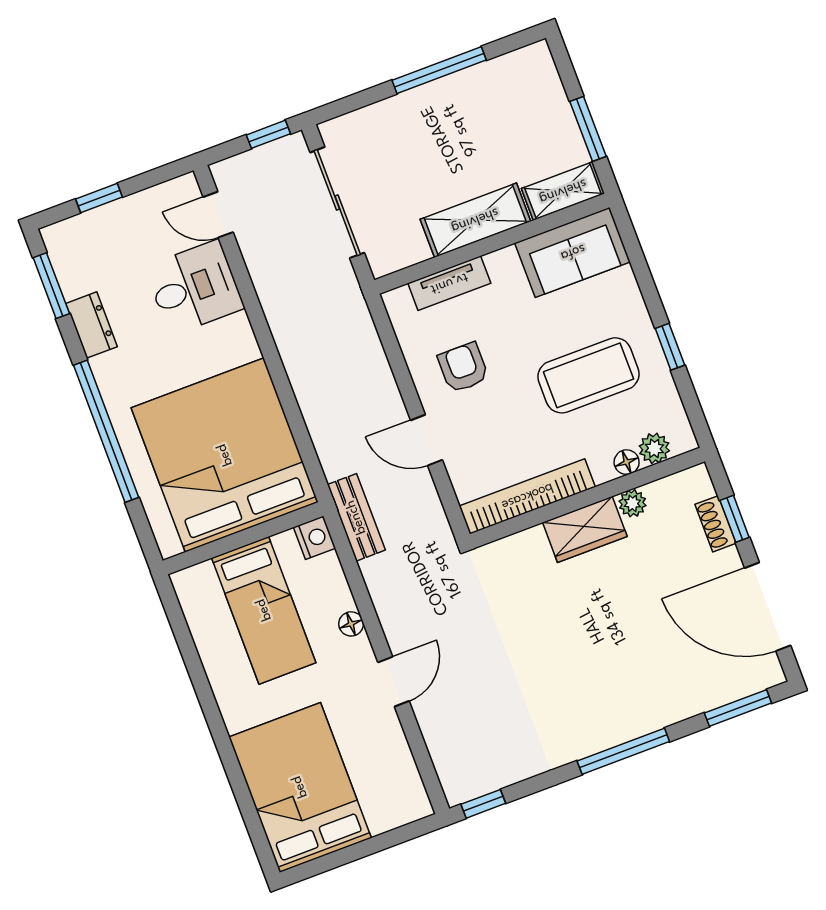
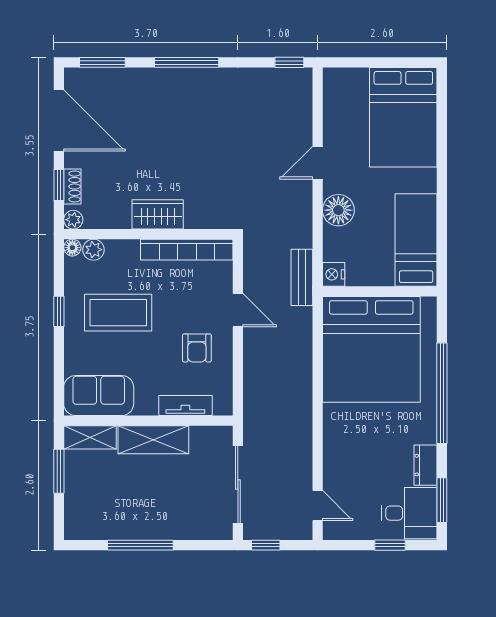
desk: (194, 287) -> (409, 513), moved, turned 180
floor lamp: (627, 462) -> (72, 248), moved
plant: (632, 503) -> (73, 220), moved
bed: (264, 610) -> (416, 240), moved
floor lamp: (351, 624) -> (338, 210), width x1.89, depth x1.89

